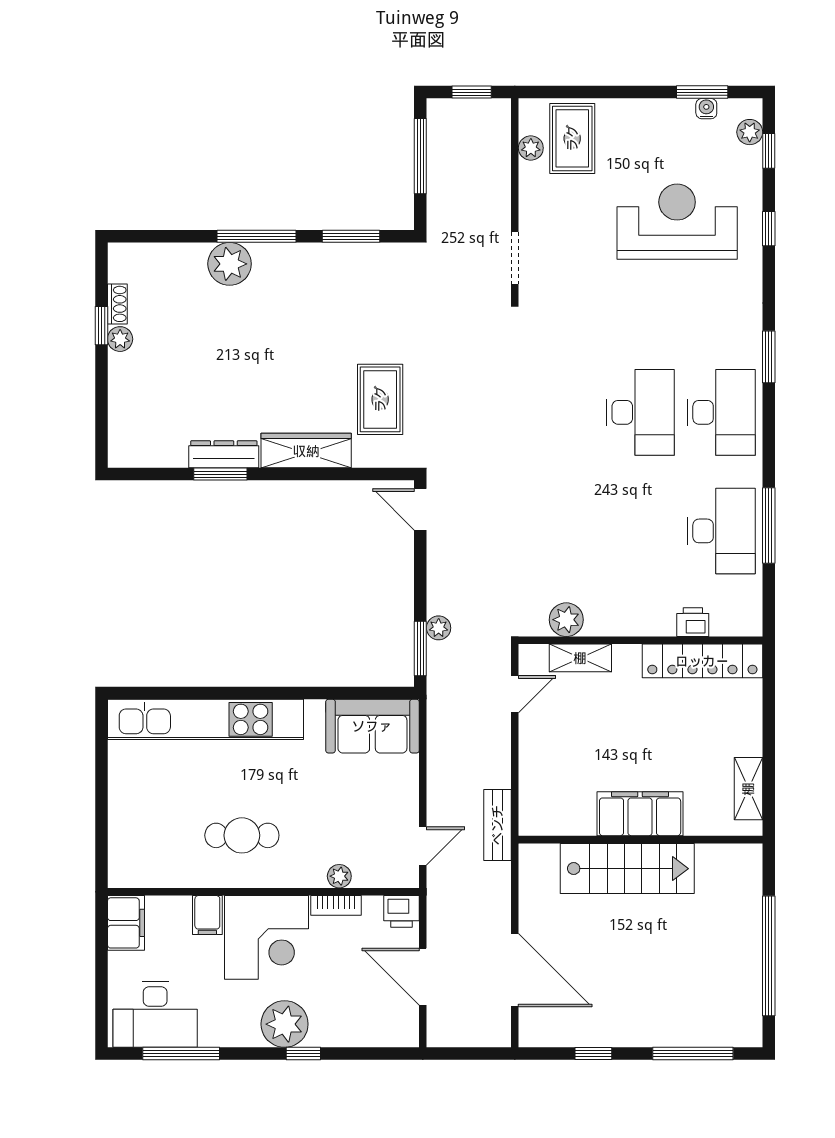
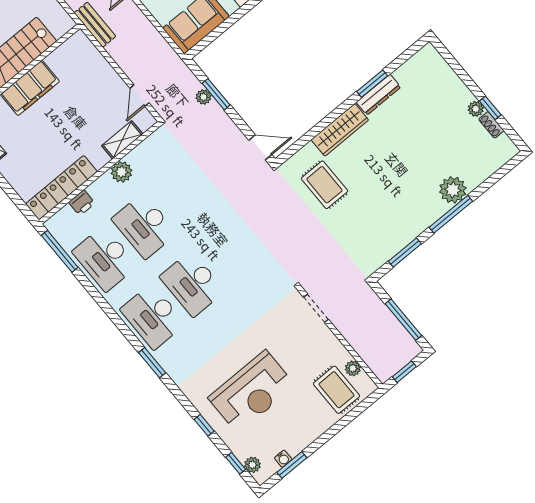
window: (769, 525) -> (60, 251), moved
desk: (640, 531) -> (144, 226), added
plant: (566, 620) -> (121, 172), moved
window: (420, 648) -> (216, 94), moved

